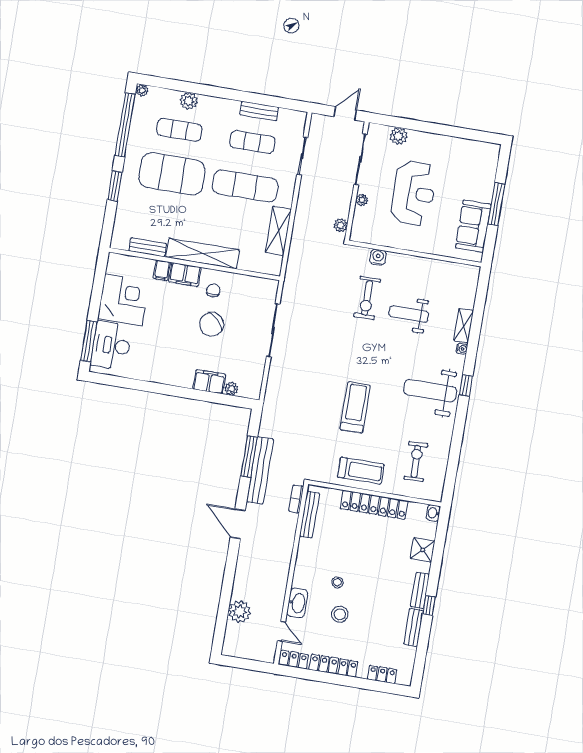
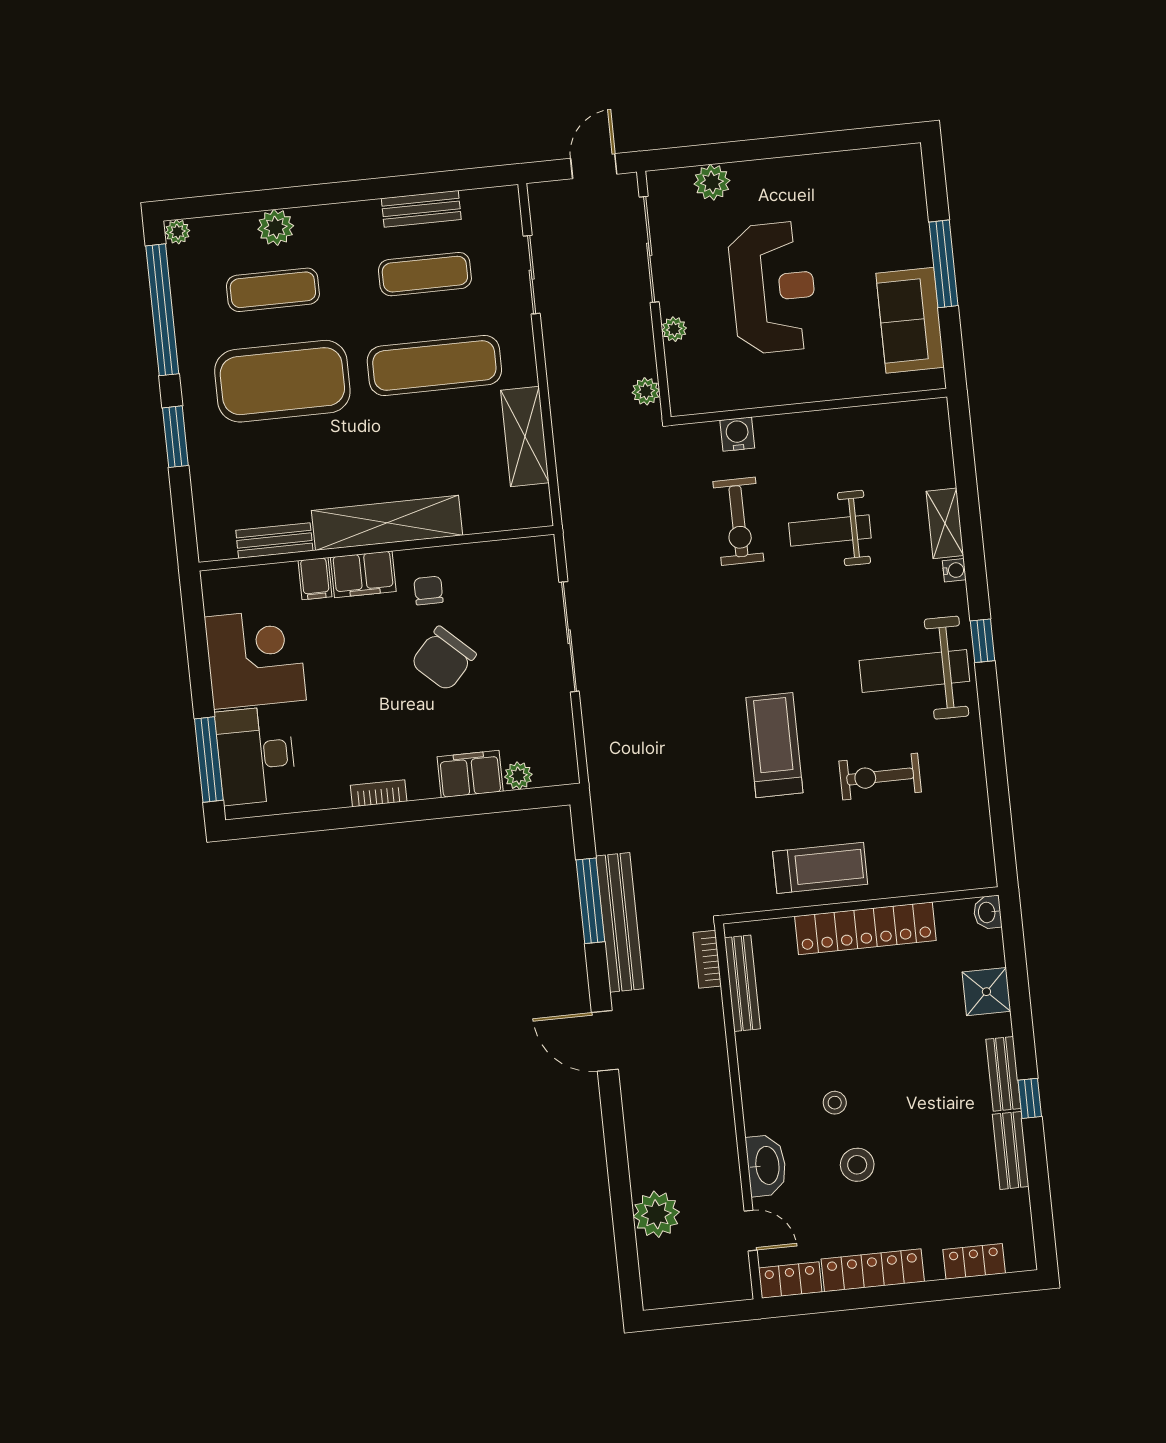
bookcase: (164, 379) -> (379, 793), added
exercise bike: (416, 461) -> (880, 777), moved, turned -88

